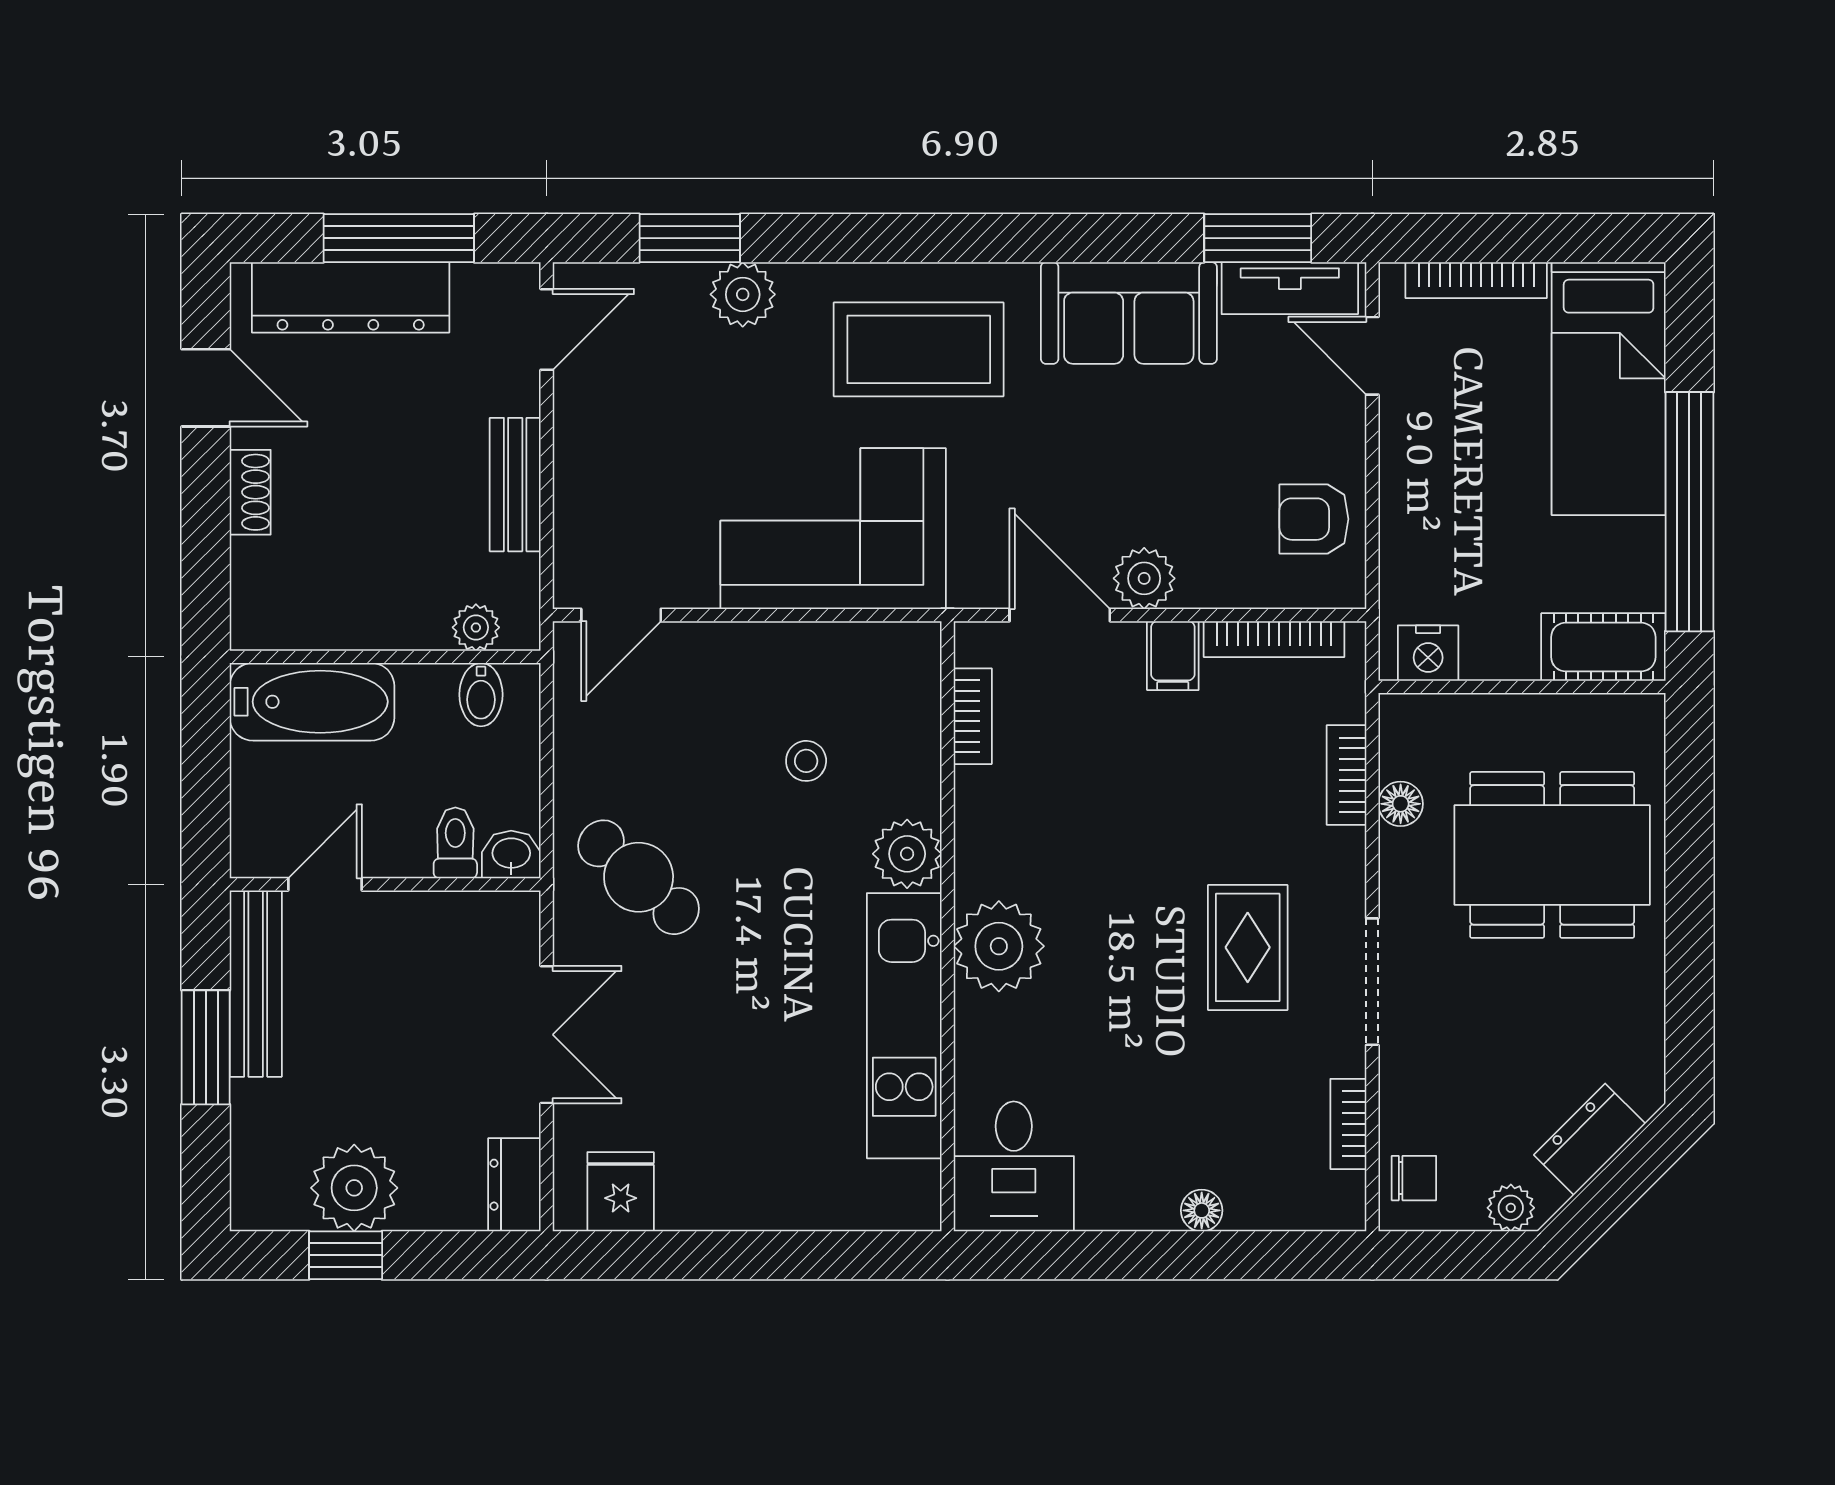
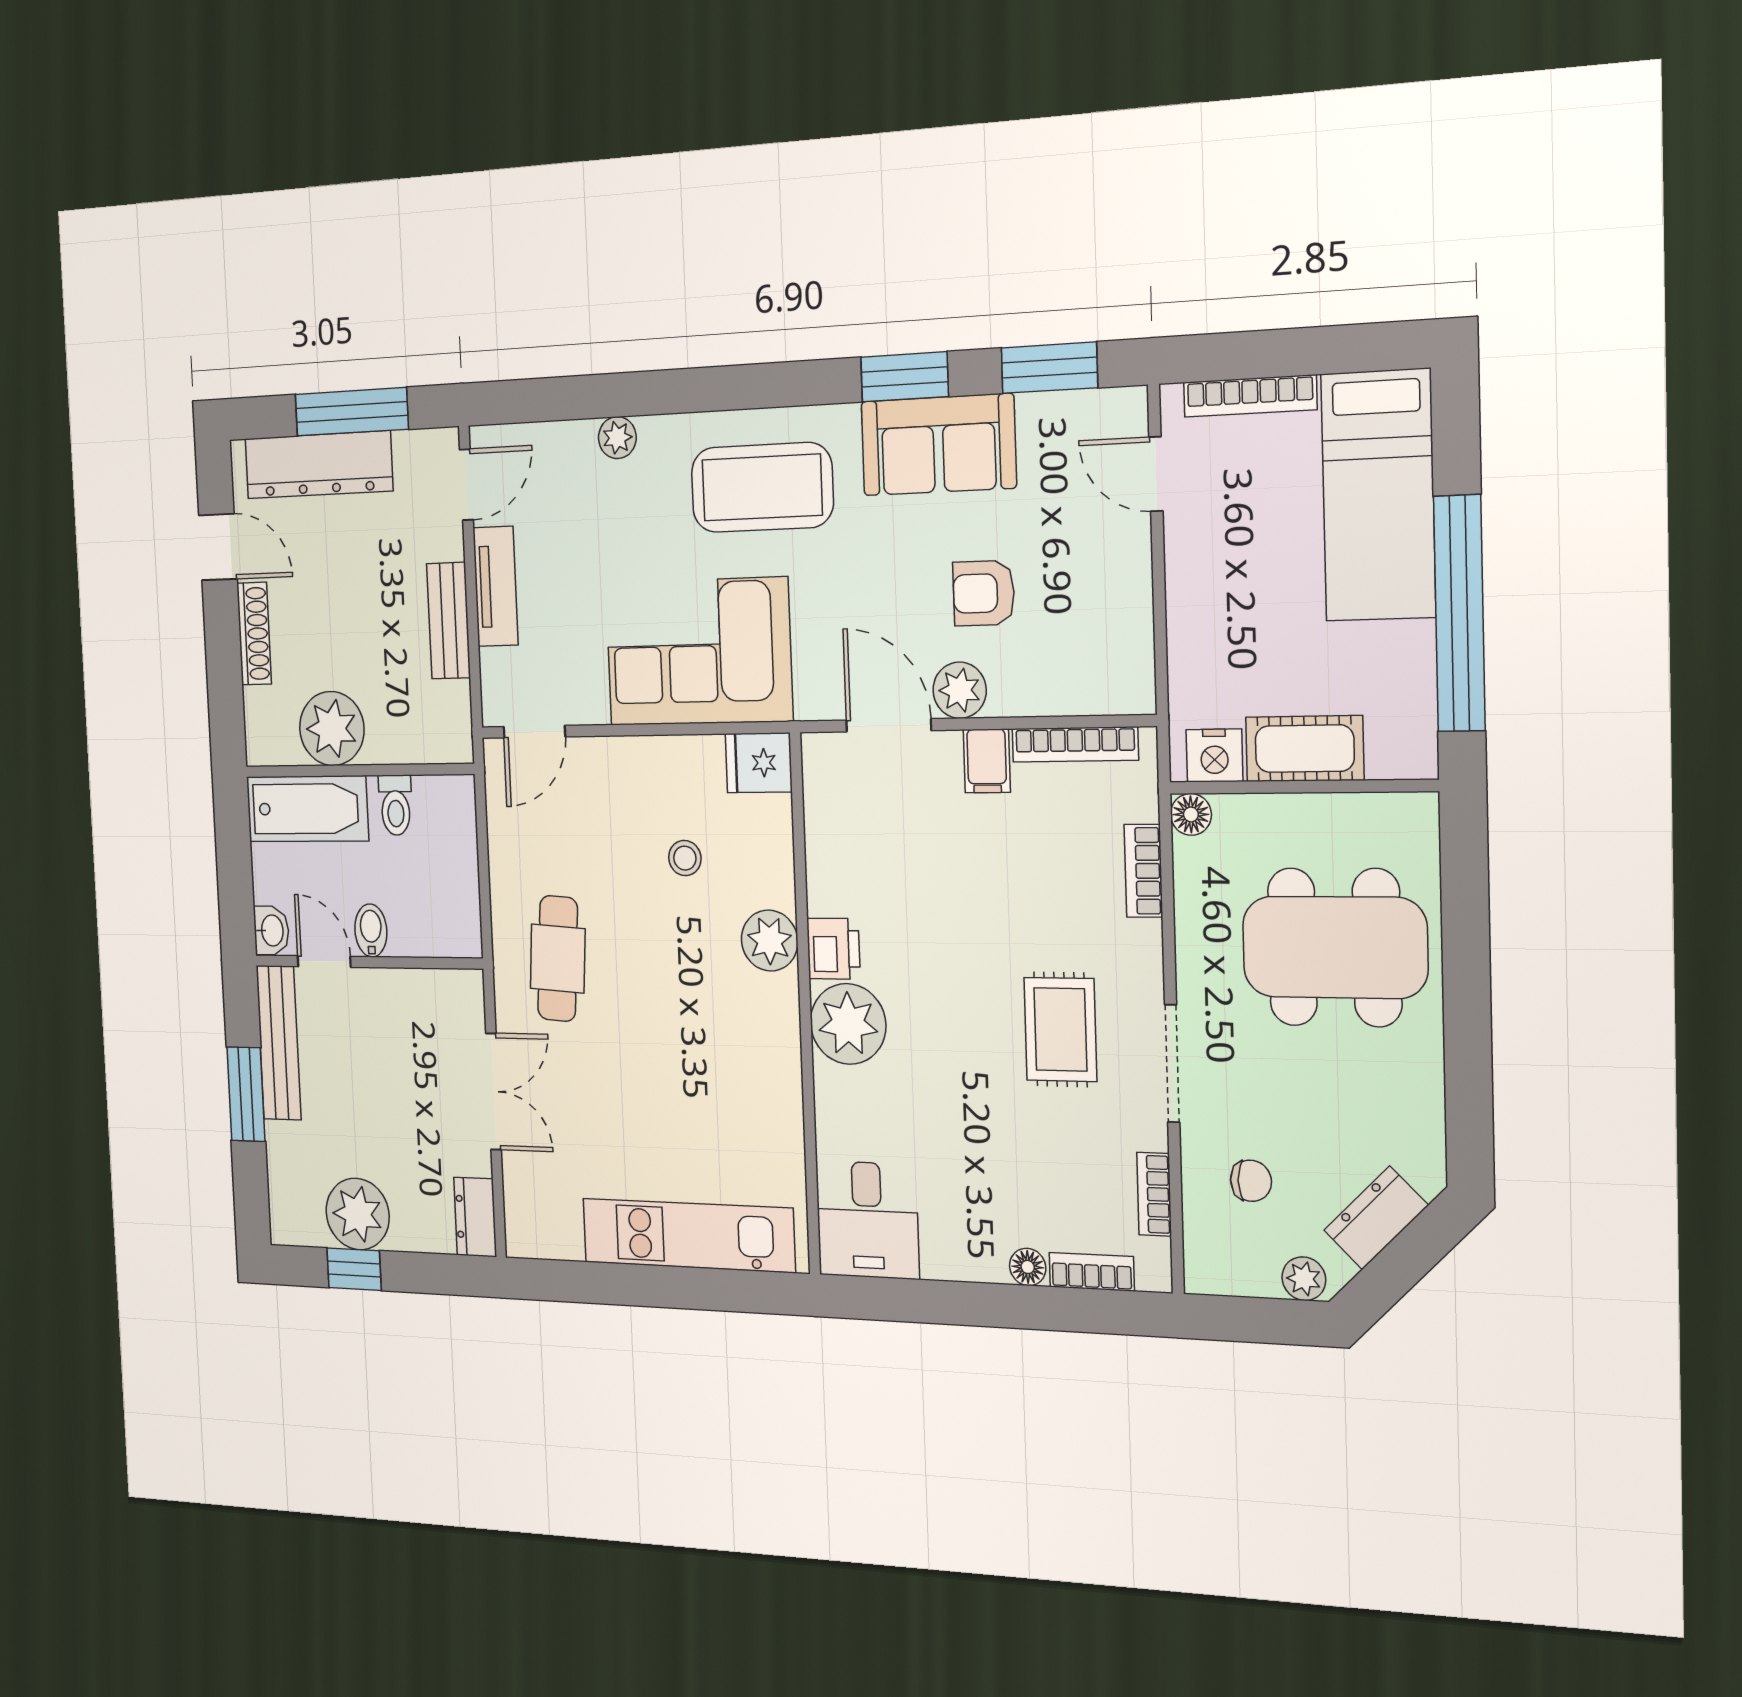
window: (690, 238) -> (905, 377), moved
tv unit: (1290, 288) -> (495, 586), moved, turned -90
plant: (743, 294) -> (617, 438), width x0.73, depth x0.73
shoe rack: (250, 492) -> (254, 634), width x1.43
armchair: (1314, 519) -> (984, 593), moved
plant: (476, 627) -> (332, 729), moved, width x1.88, depth x1.88
cot: (1603, 647) -> (1305, 749), moved
bidet: (481, 695) -> (371, 930), moved, turned 180
bookcase: (973, 716) -> (1092, 1272), moved, turned -90
floor lamp: (1401, 804) -> (1191, 814), moved
toilet: (455, 843) -> (396, 805), moved, turned 180
washbasin: (511, 854) -> (271, 930), moved, turned 90
printer: (984, 862) -> (833, 949), added
cafe table: (639, 877) -> (558, 959), turned 52
door: (325, 884) -> (324, 961), hinge flipped
kitchen unit: (904, 1026) -> (688, 1235), moved, turned 90
chair: (1414, 1178) -> (1251, 1181), moved
fridge: (621, 1192) -> (759, 763), moved, turned -90

